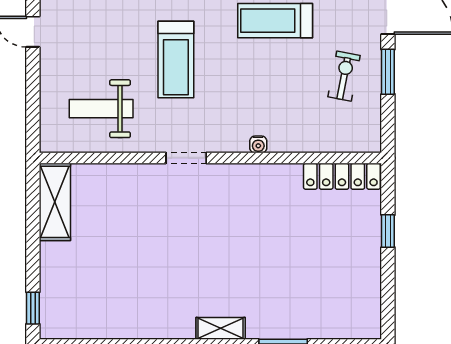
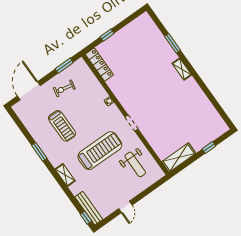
treadmill: (176, 60) -> (100, 151), width x1.37, depth x1.38
window: (388, 72) -> (64, 66), moved
window: (33, 308) -> (209, 148), moved

